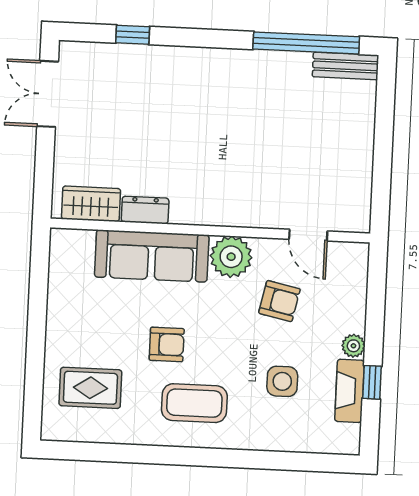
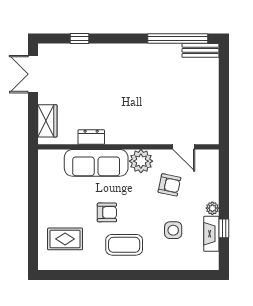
wardrobe: (91, 204) -> (47, 121), moved, turned 90

